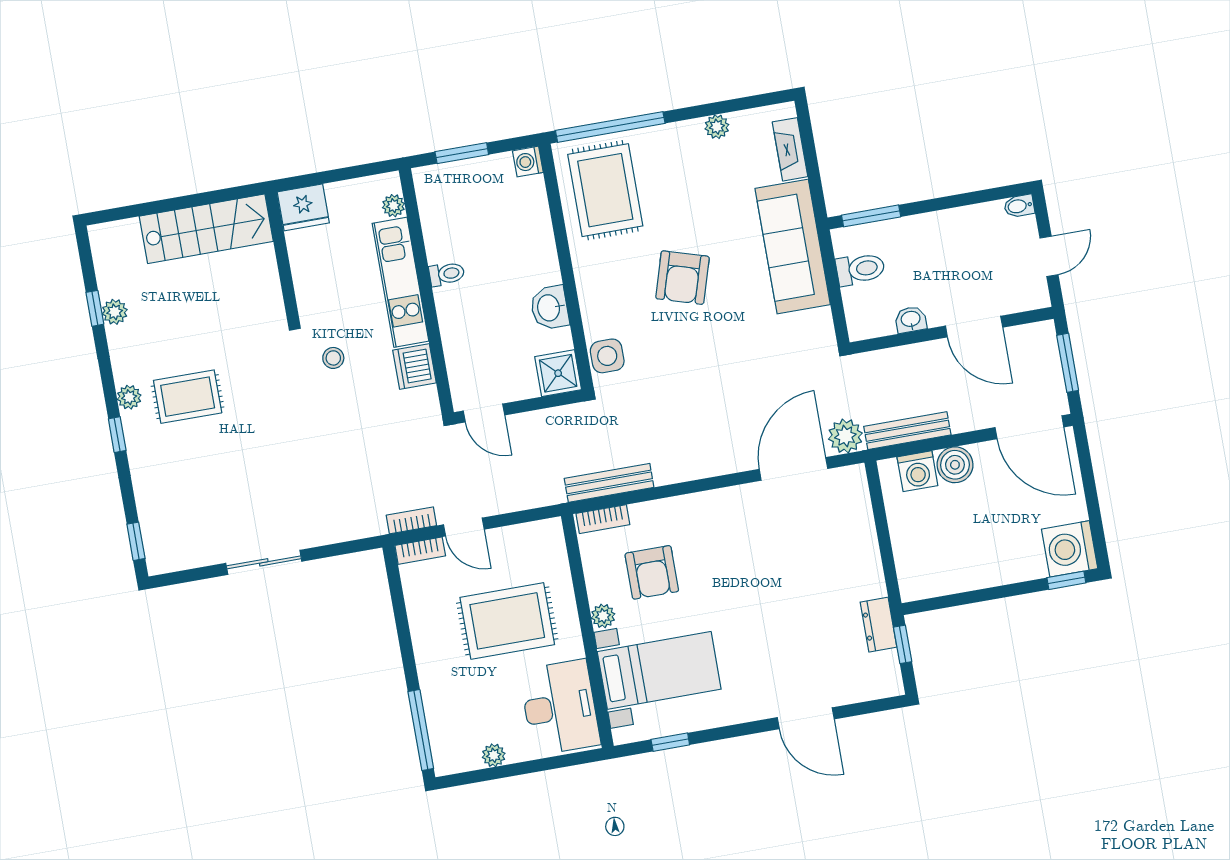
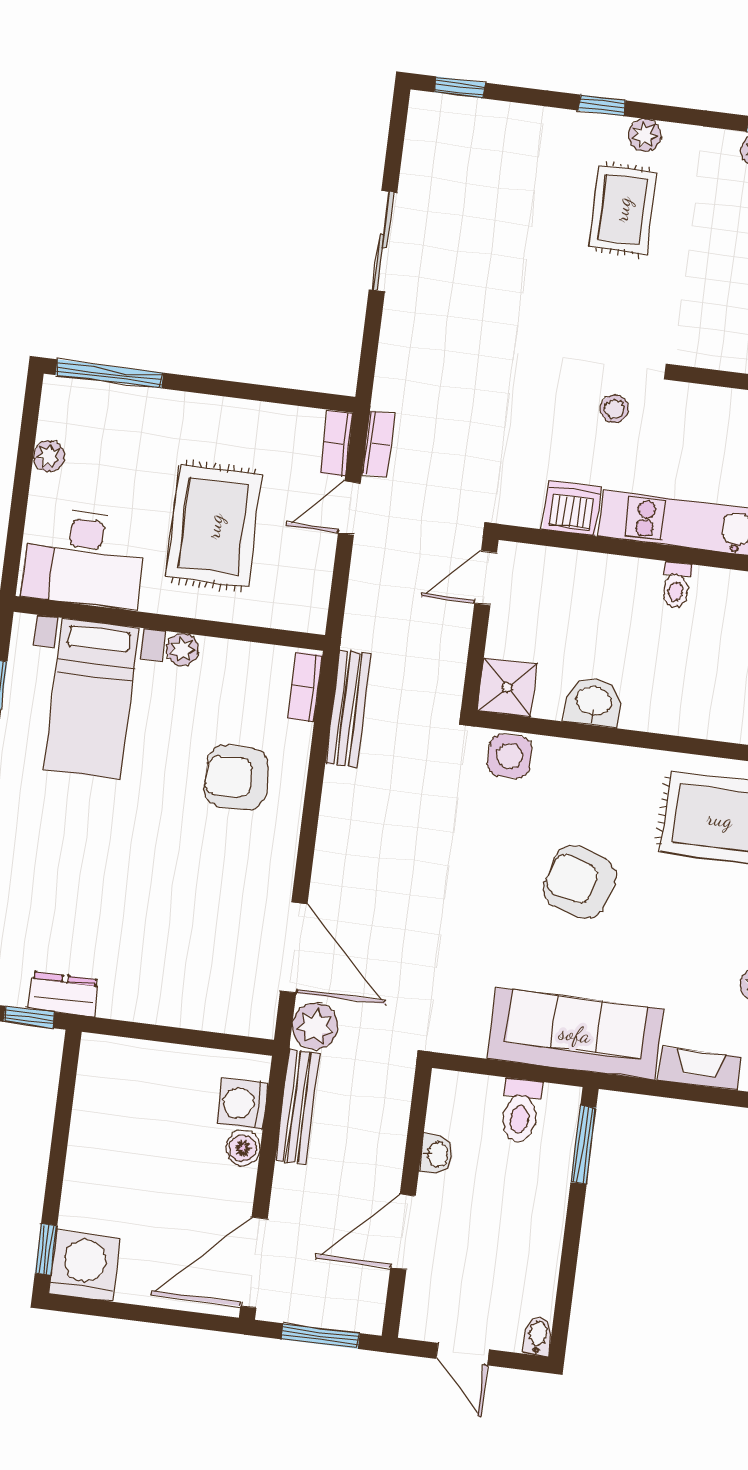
boiler: (955, 465) -> (243, 1148), width x0.73, depth x0.73
armchair: (652, 572) -> (236, 777), moved

